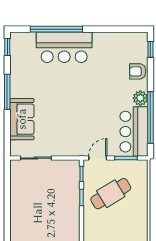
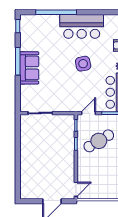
bar counter: (64, 47) -> (82, 26), moved
side table: (91, 95) -> (83, 64), added
sofa: (22, 119) -> (29, 68), moved

